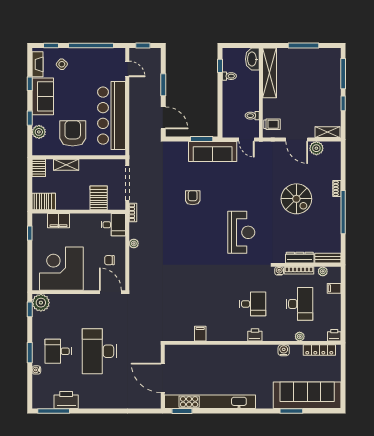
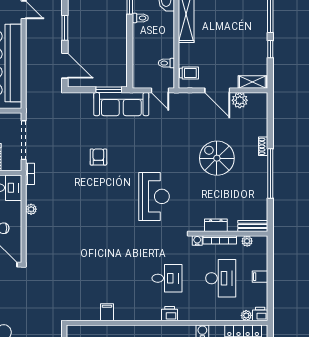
spiral stairs: (296, 199) -> (217, 158), turned 180
dresser: (300, 258) -> (216, 225), width x0.70
filing cabinet: (334, 288) -> (260, 277), moved
plant: (300, 337) -> (246, 315), moved

